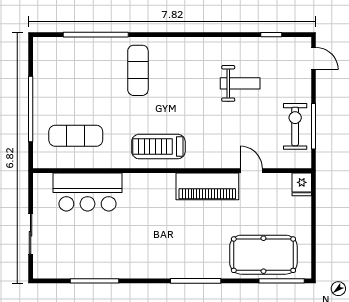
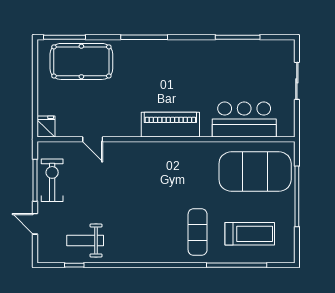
door: (314, 58) -> (35, 224), moved
weight bench: (240, 83) -> (85, 240), moved
exercise bike: (295, 126) -> (52, 180), turned 180
exercise mat: (76, 136) -> (255, 172), width x2.00, depth x1.45
treadmill: (158, 147) -> (250, 234), moved
piano: (207, 186) -> (170, 125), moved

